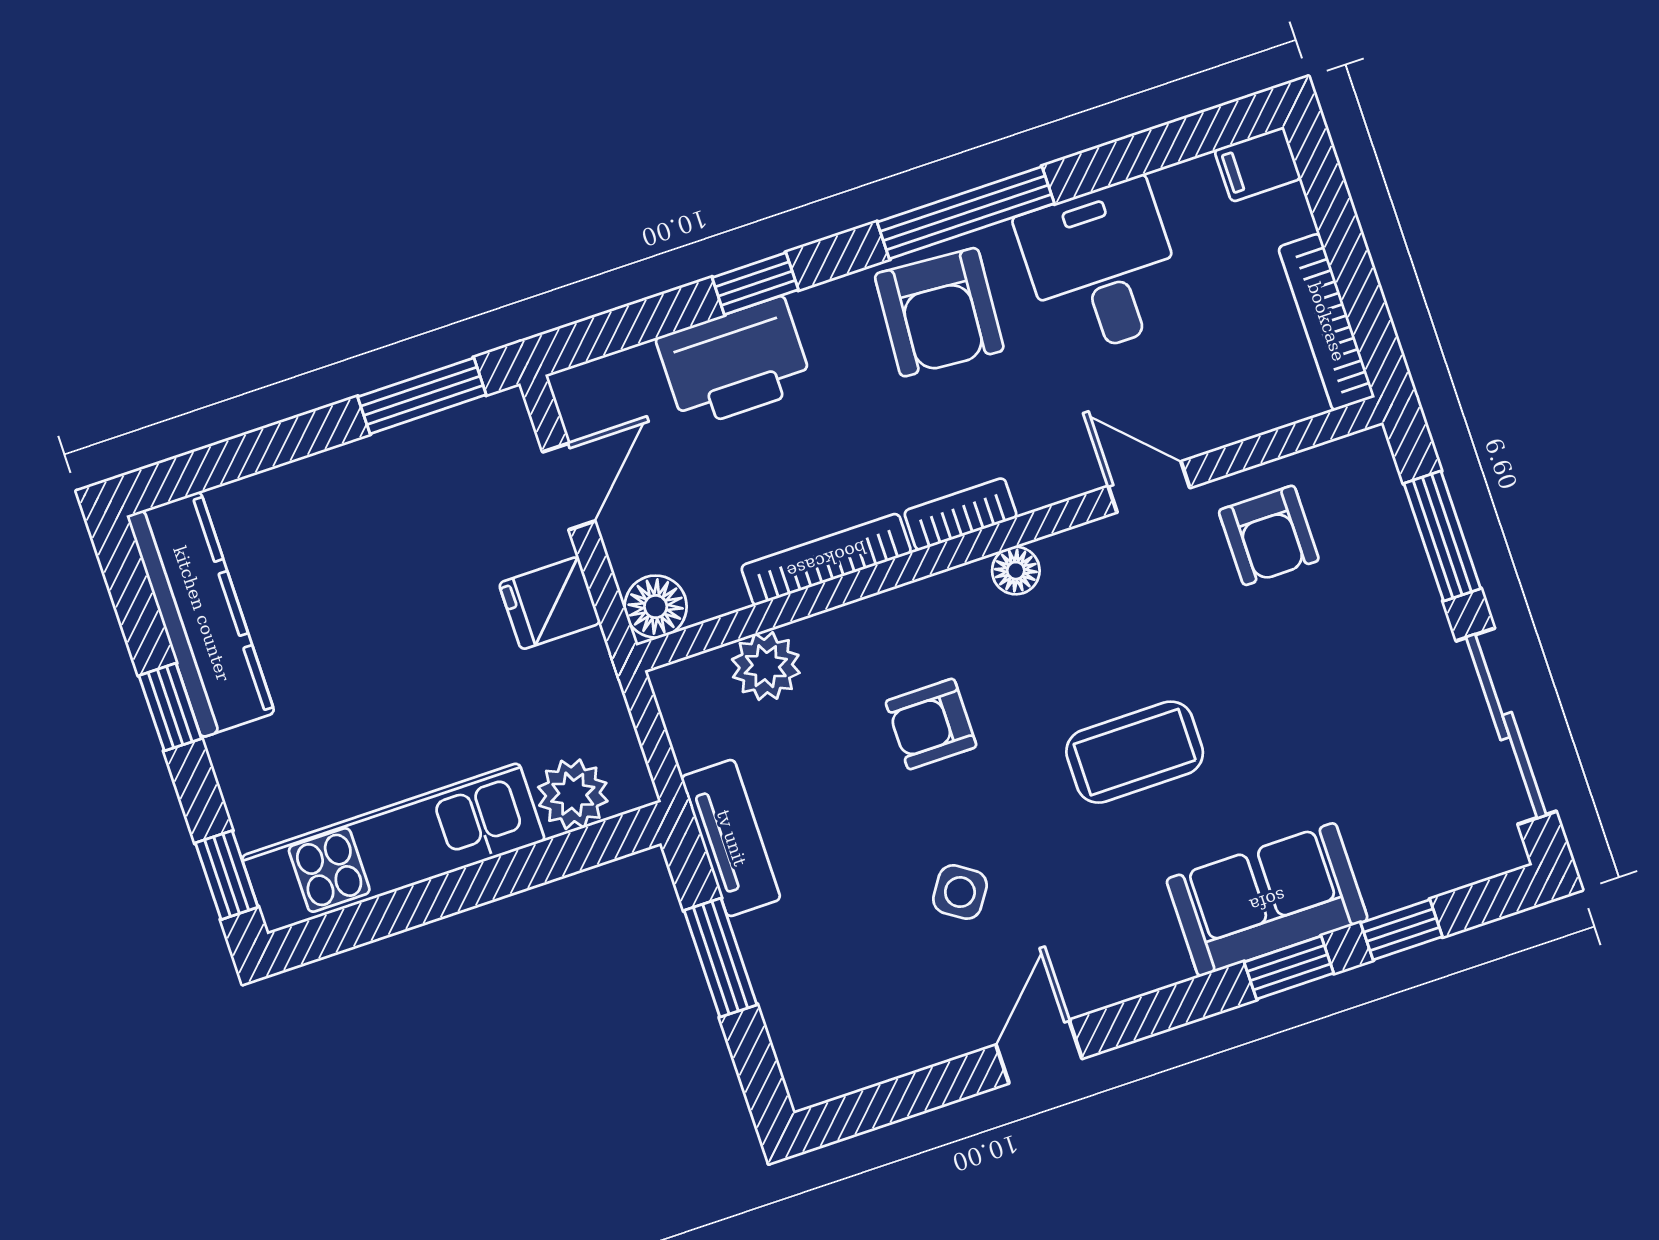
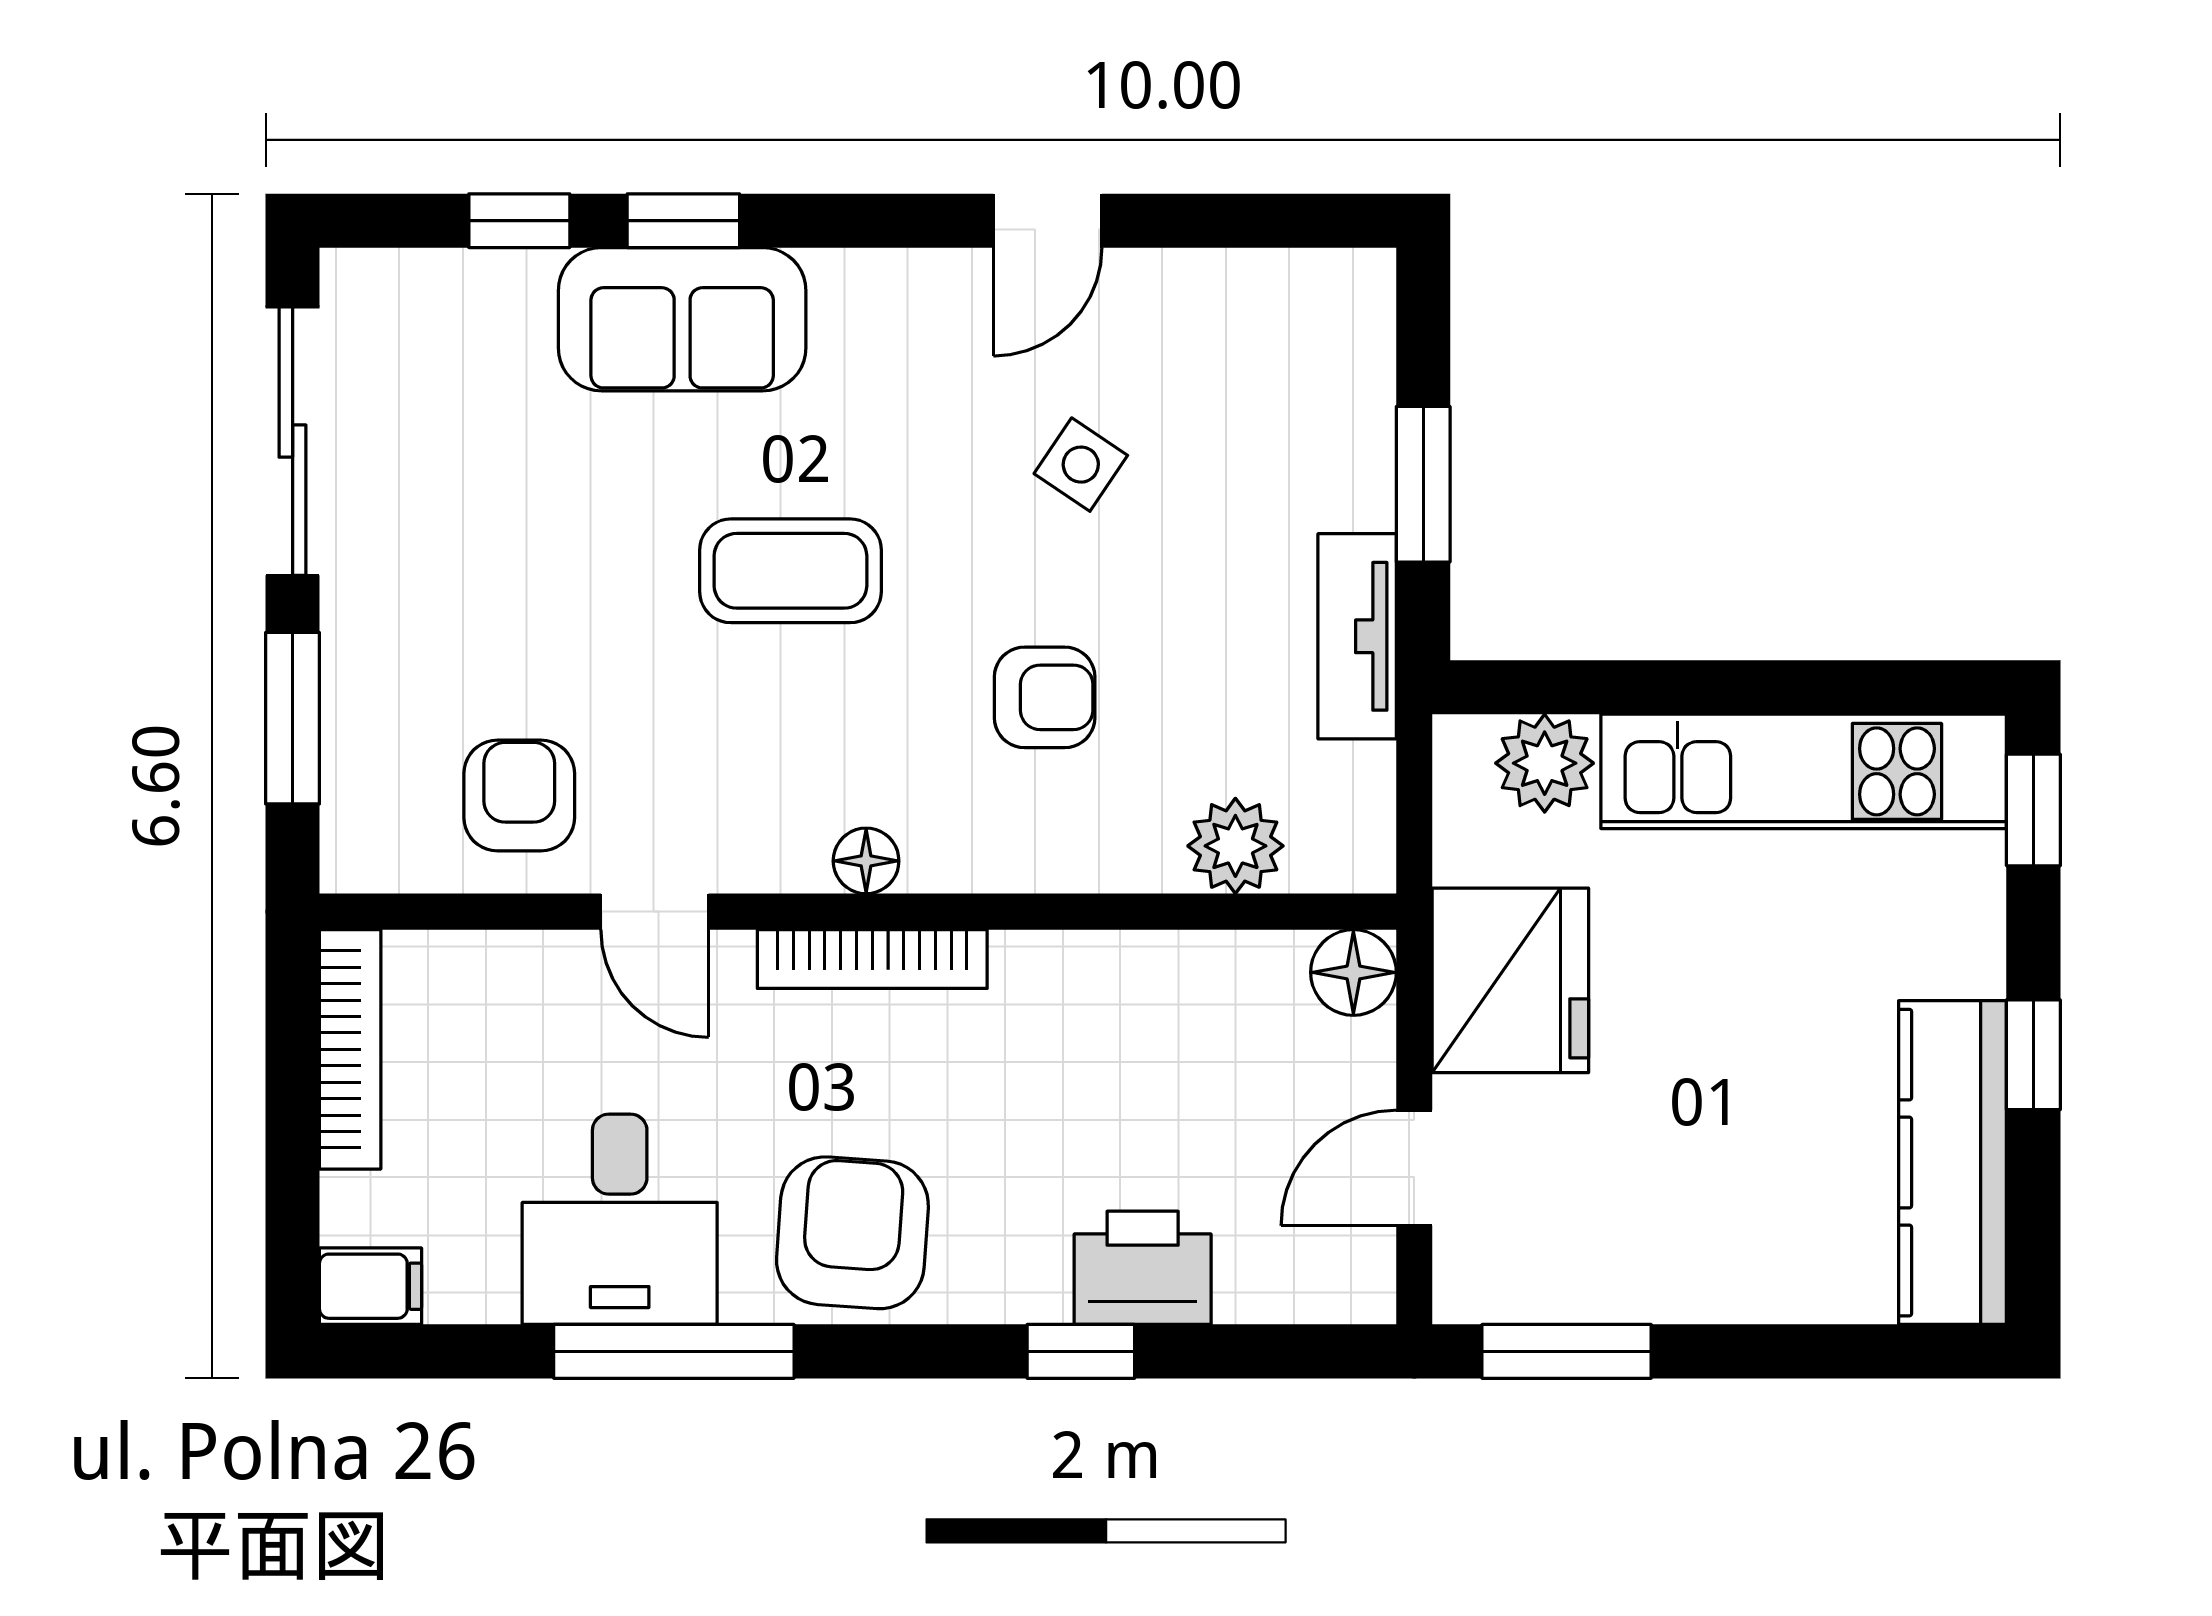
window: (966, 213) -> (674, 1351), moved
printer: (735, 363) -> (1143, 1268), width x0.73, depth x0.84
bookcase: (960, 514) -> (872, 959), width x1.56
bookcase: (826, 559) -> (1110, 959), removed
fridge: (550, 603) -> (1510, 980), width x1.88, depth x1.34

